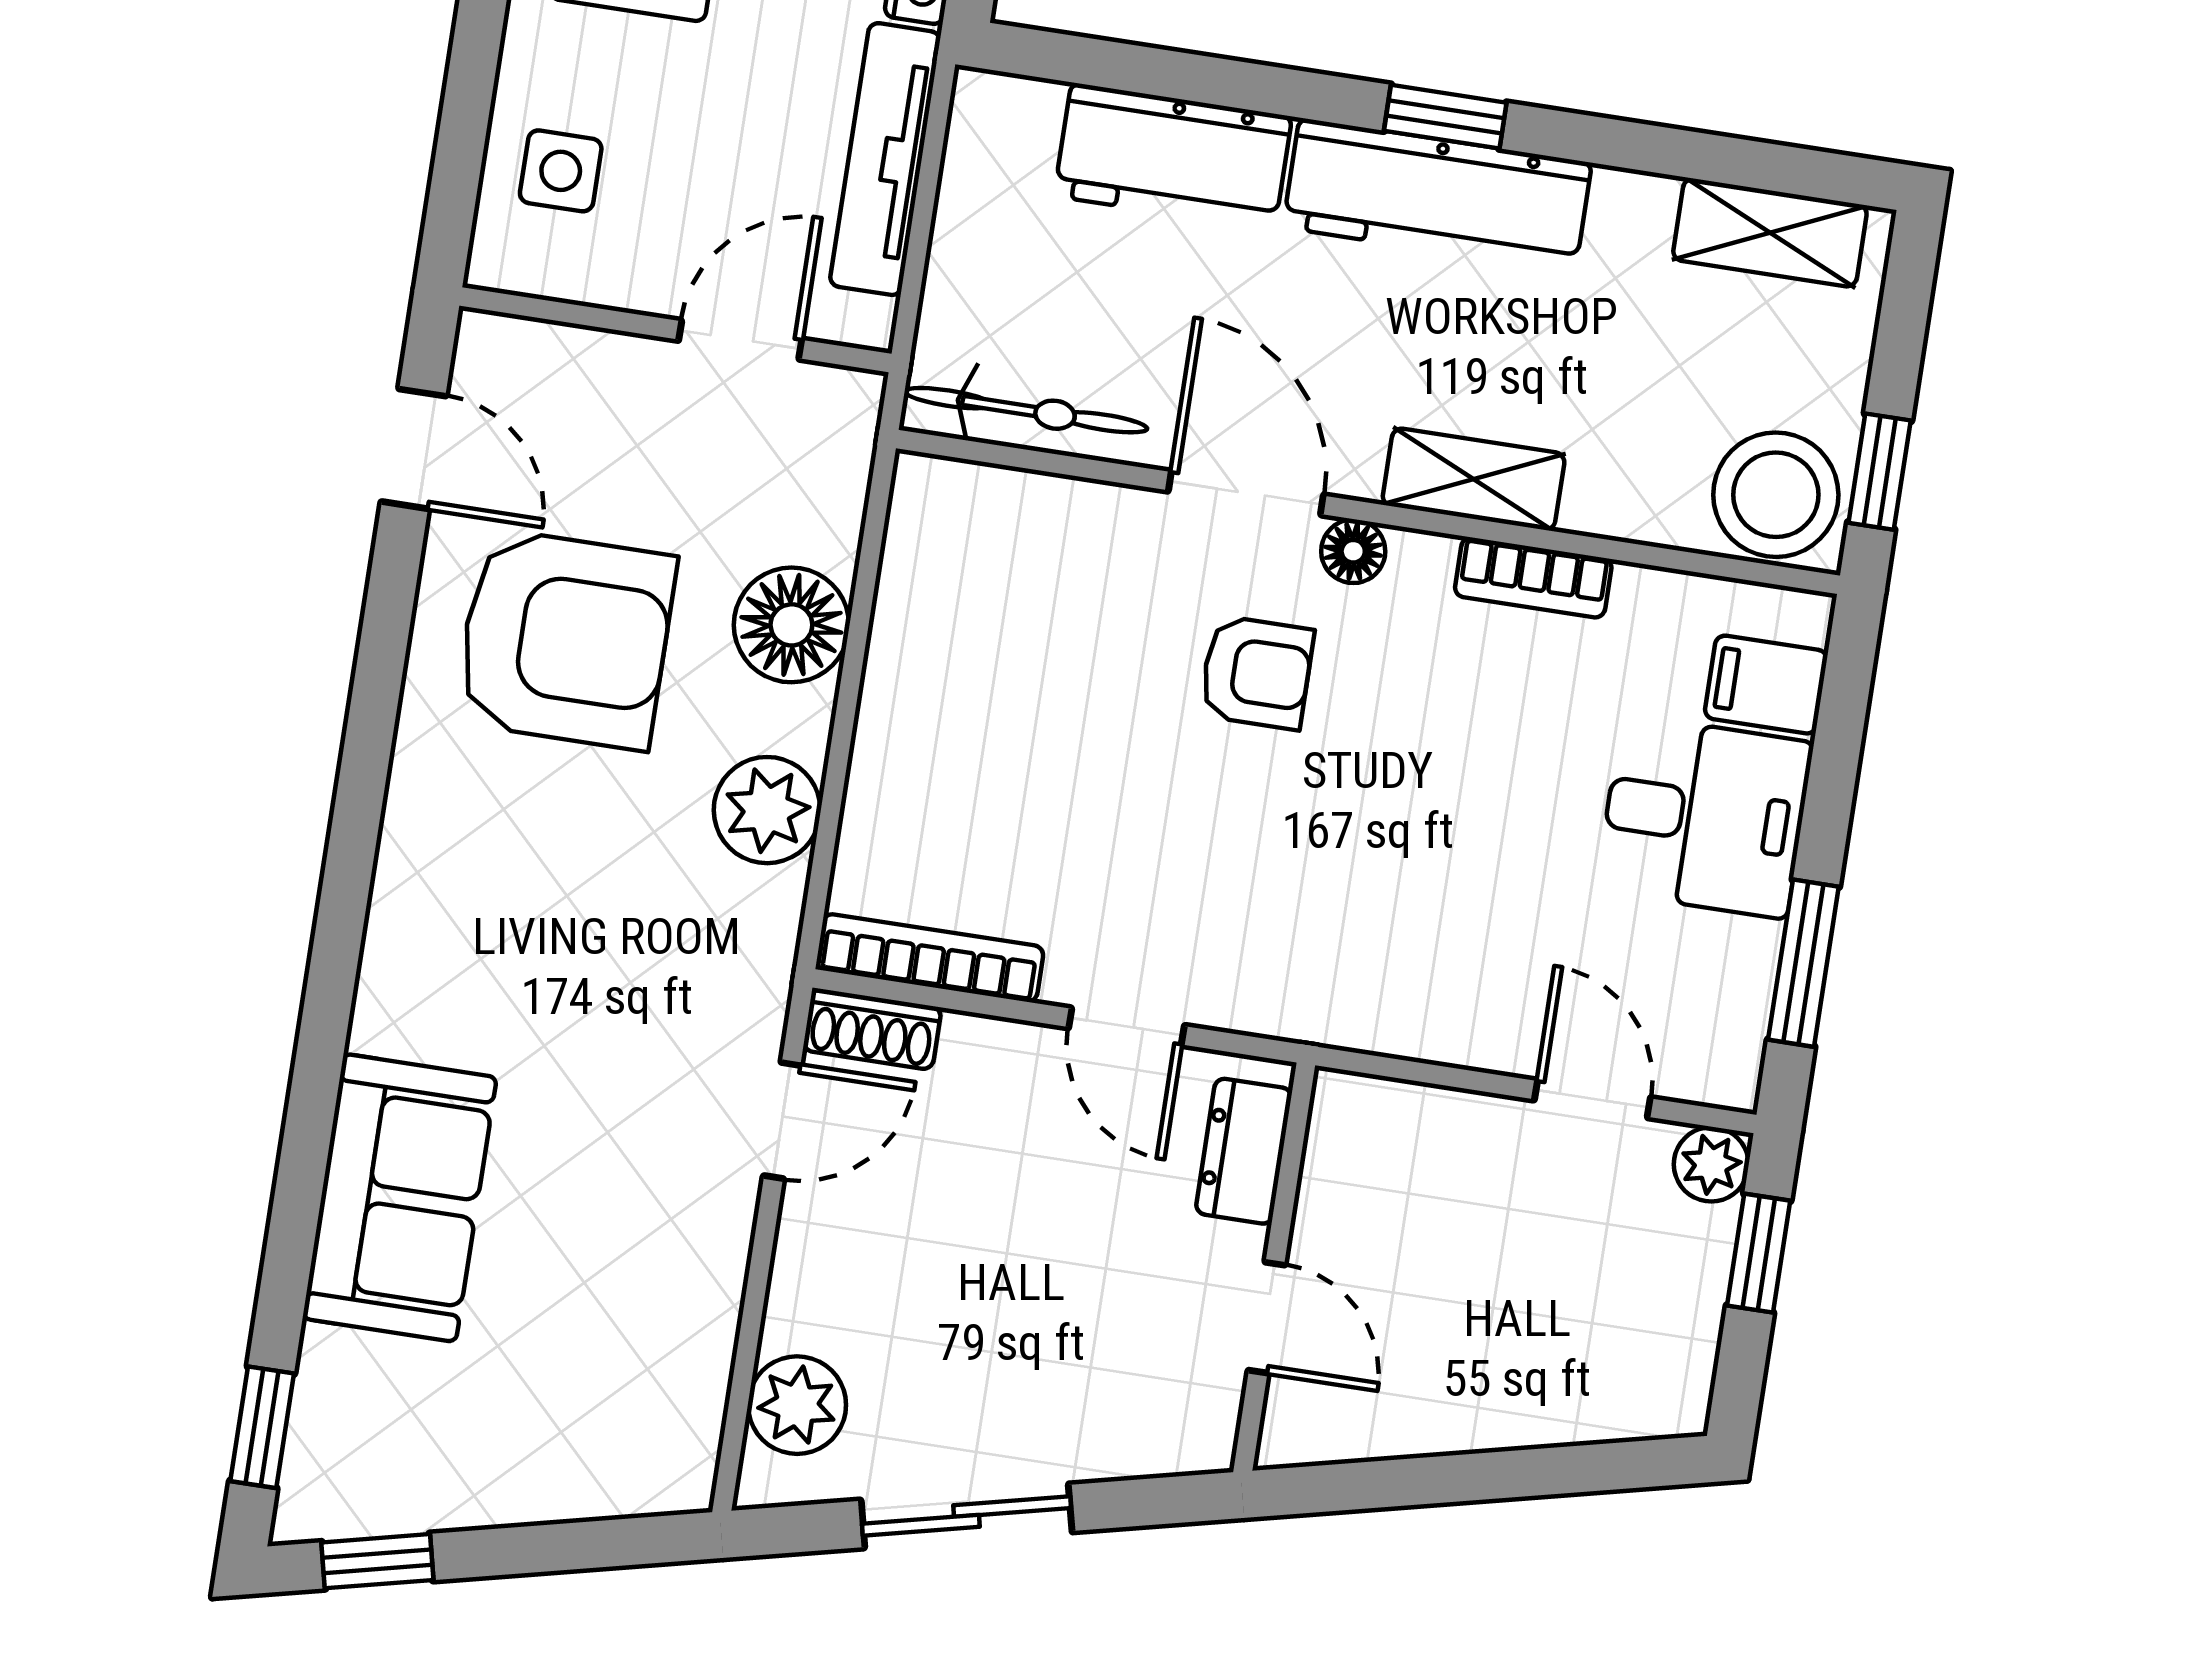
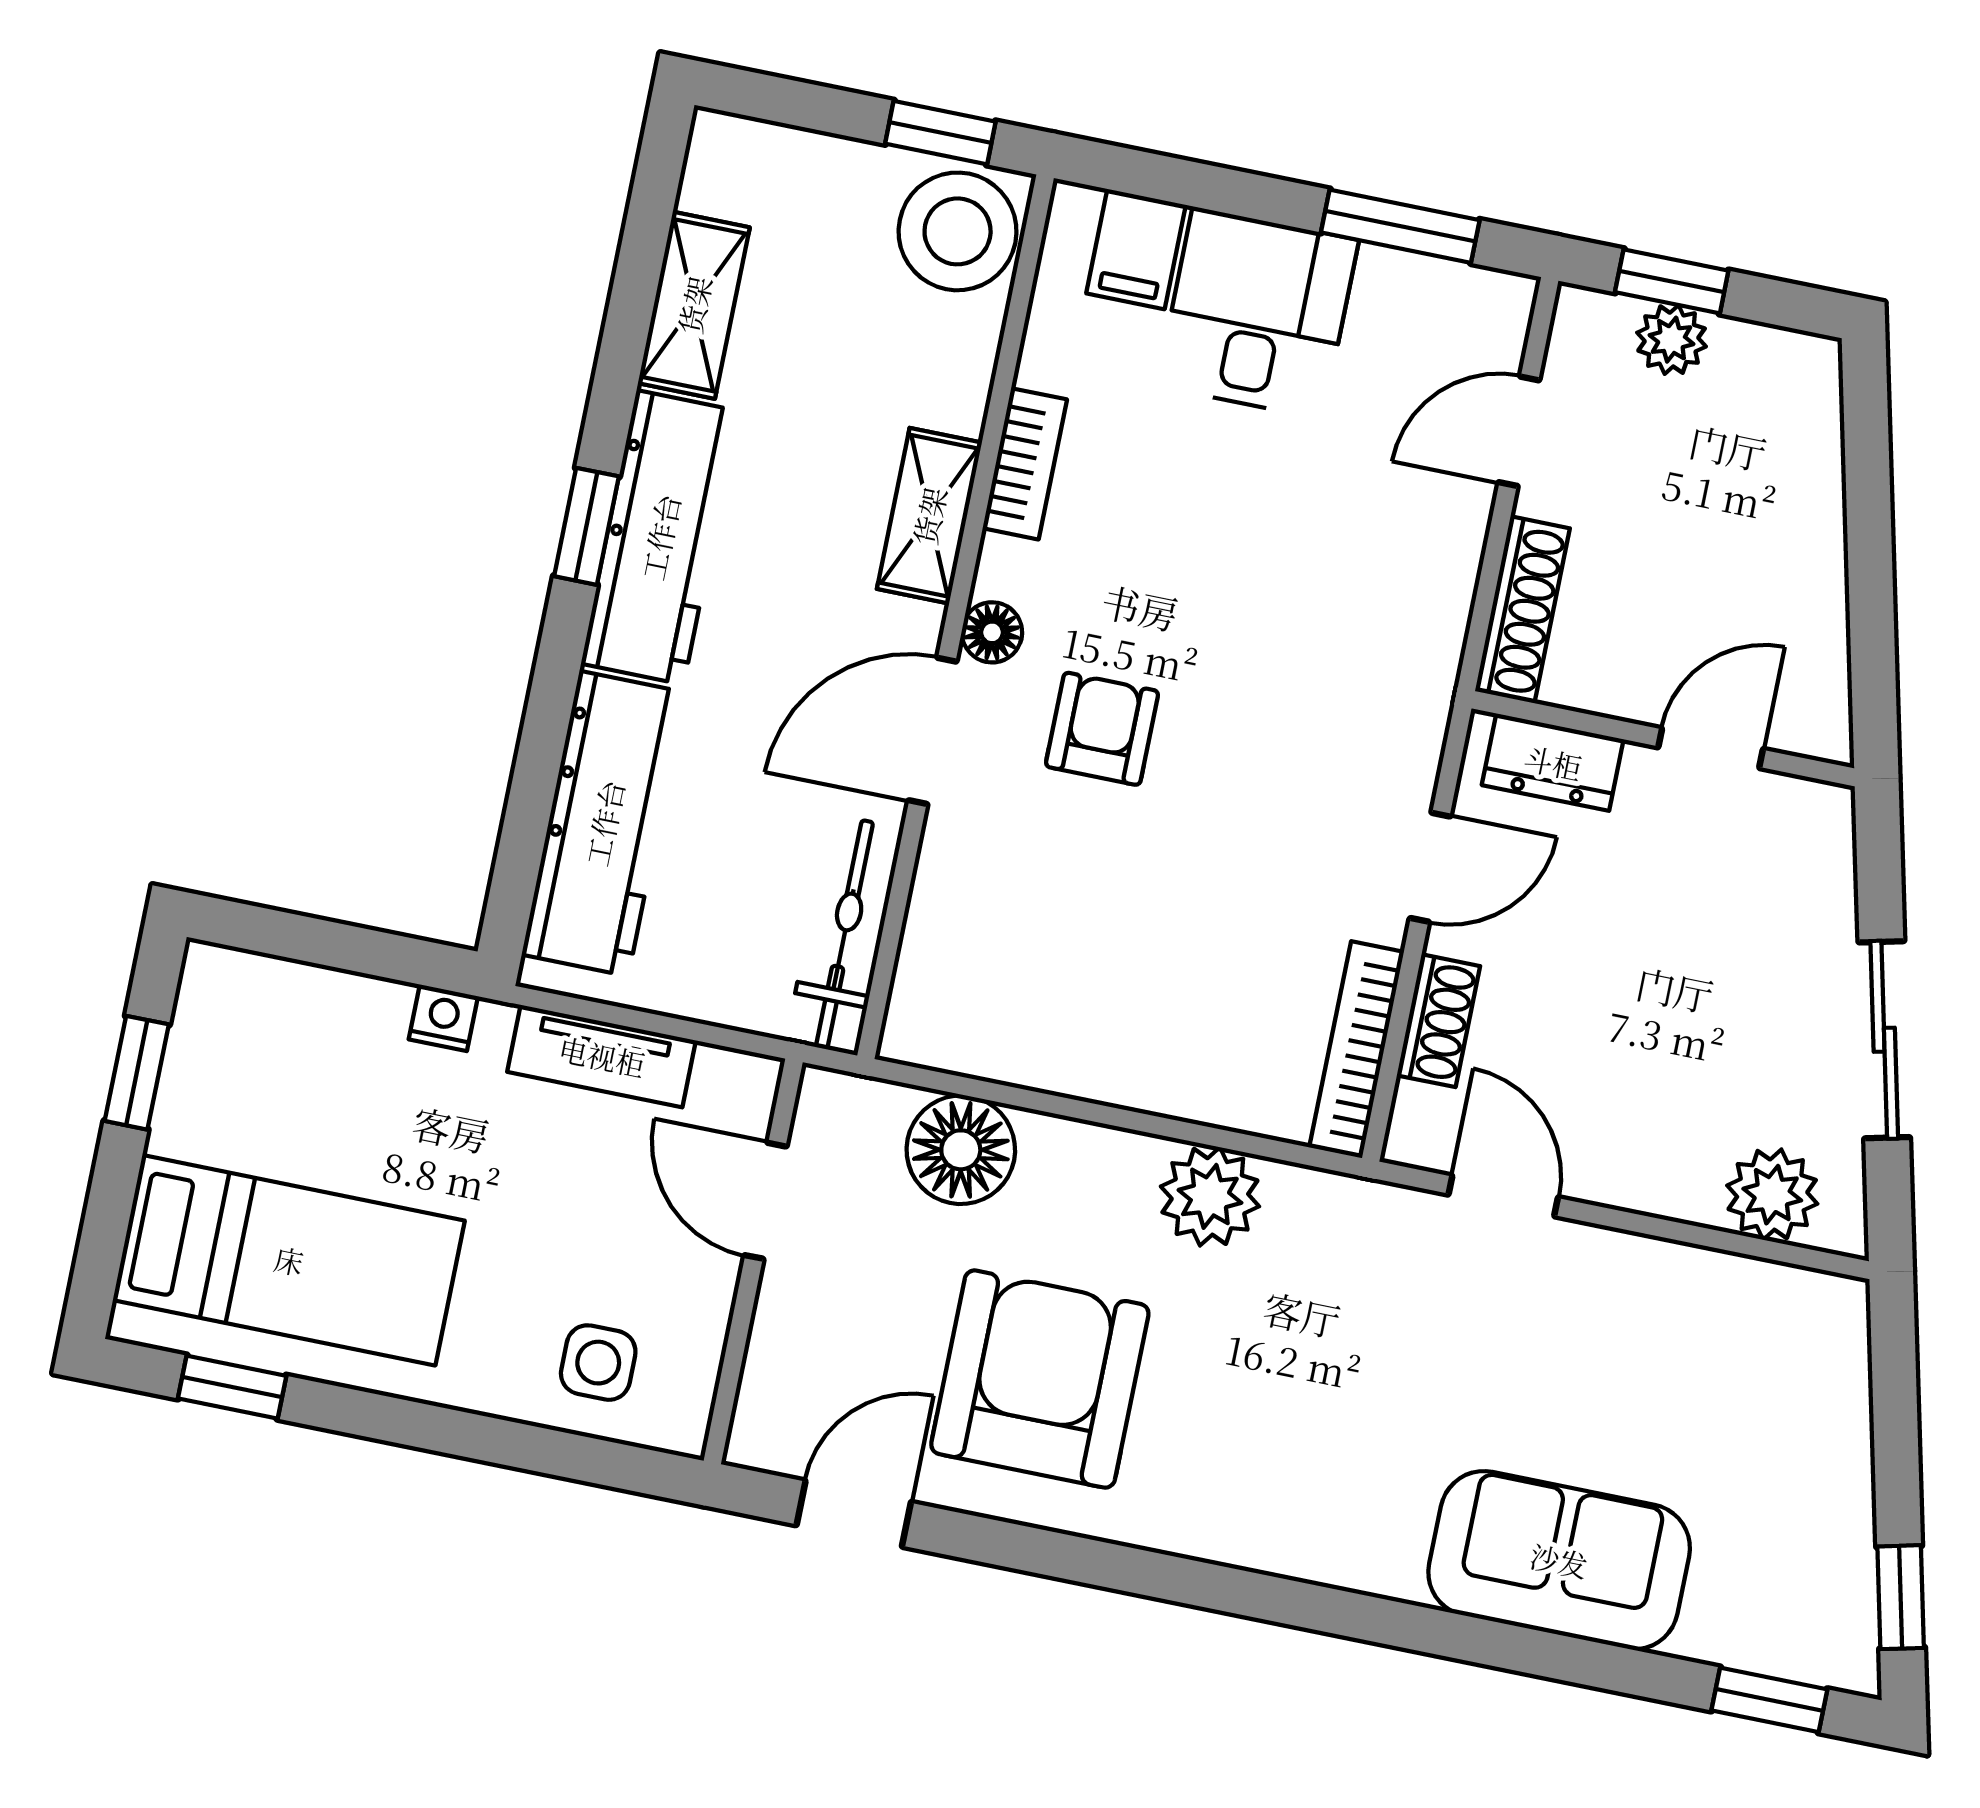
workbench: (1173, 156) -> (604, 823), width x1.37
tv unit: (885, 159) -> (602, 1056), width x0.71
shelving: (1770, 233) -> (694, 305), moved
floor lamp: (791, 625) -> (961, 1150), moved
shoe rack: (872, 1029) -> (1438, 1021), moved
shoe rack: (1404, 1112) -> (1522, 610), added
plant: (1711, 1164) -> (1672, 340), moved

